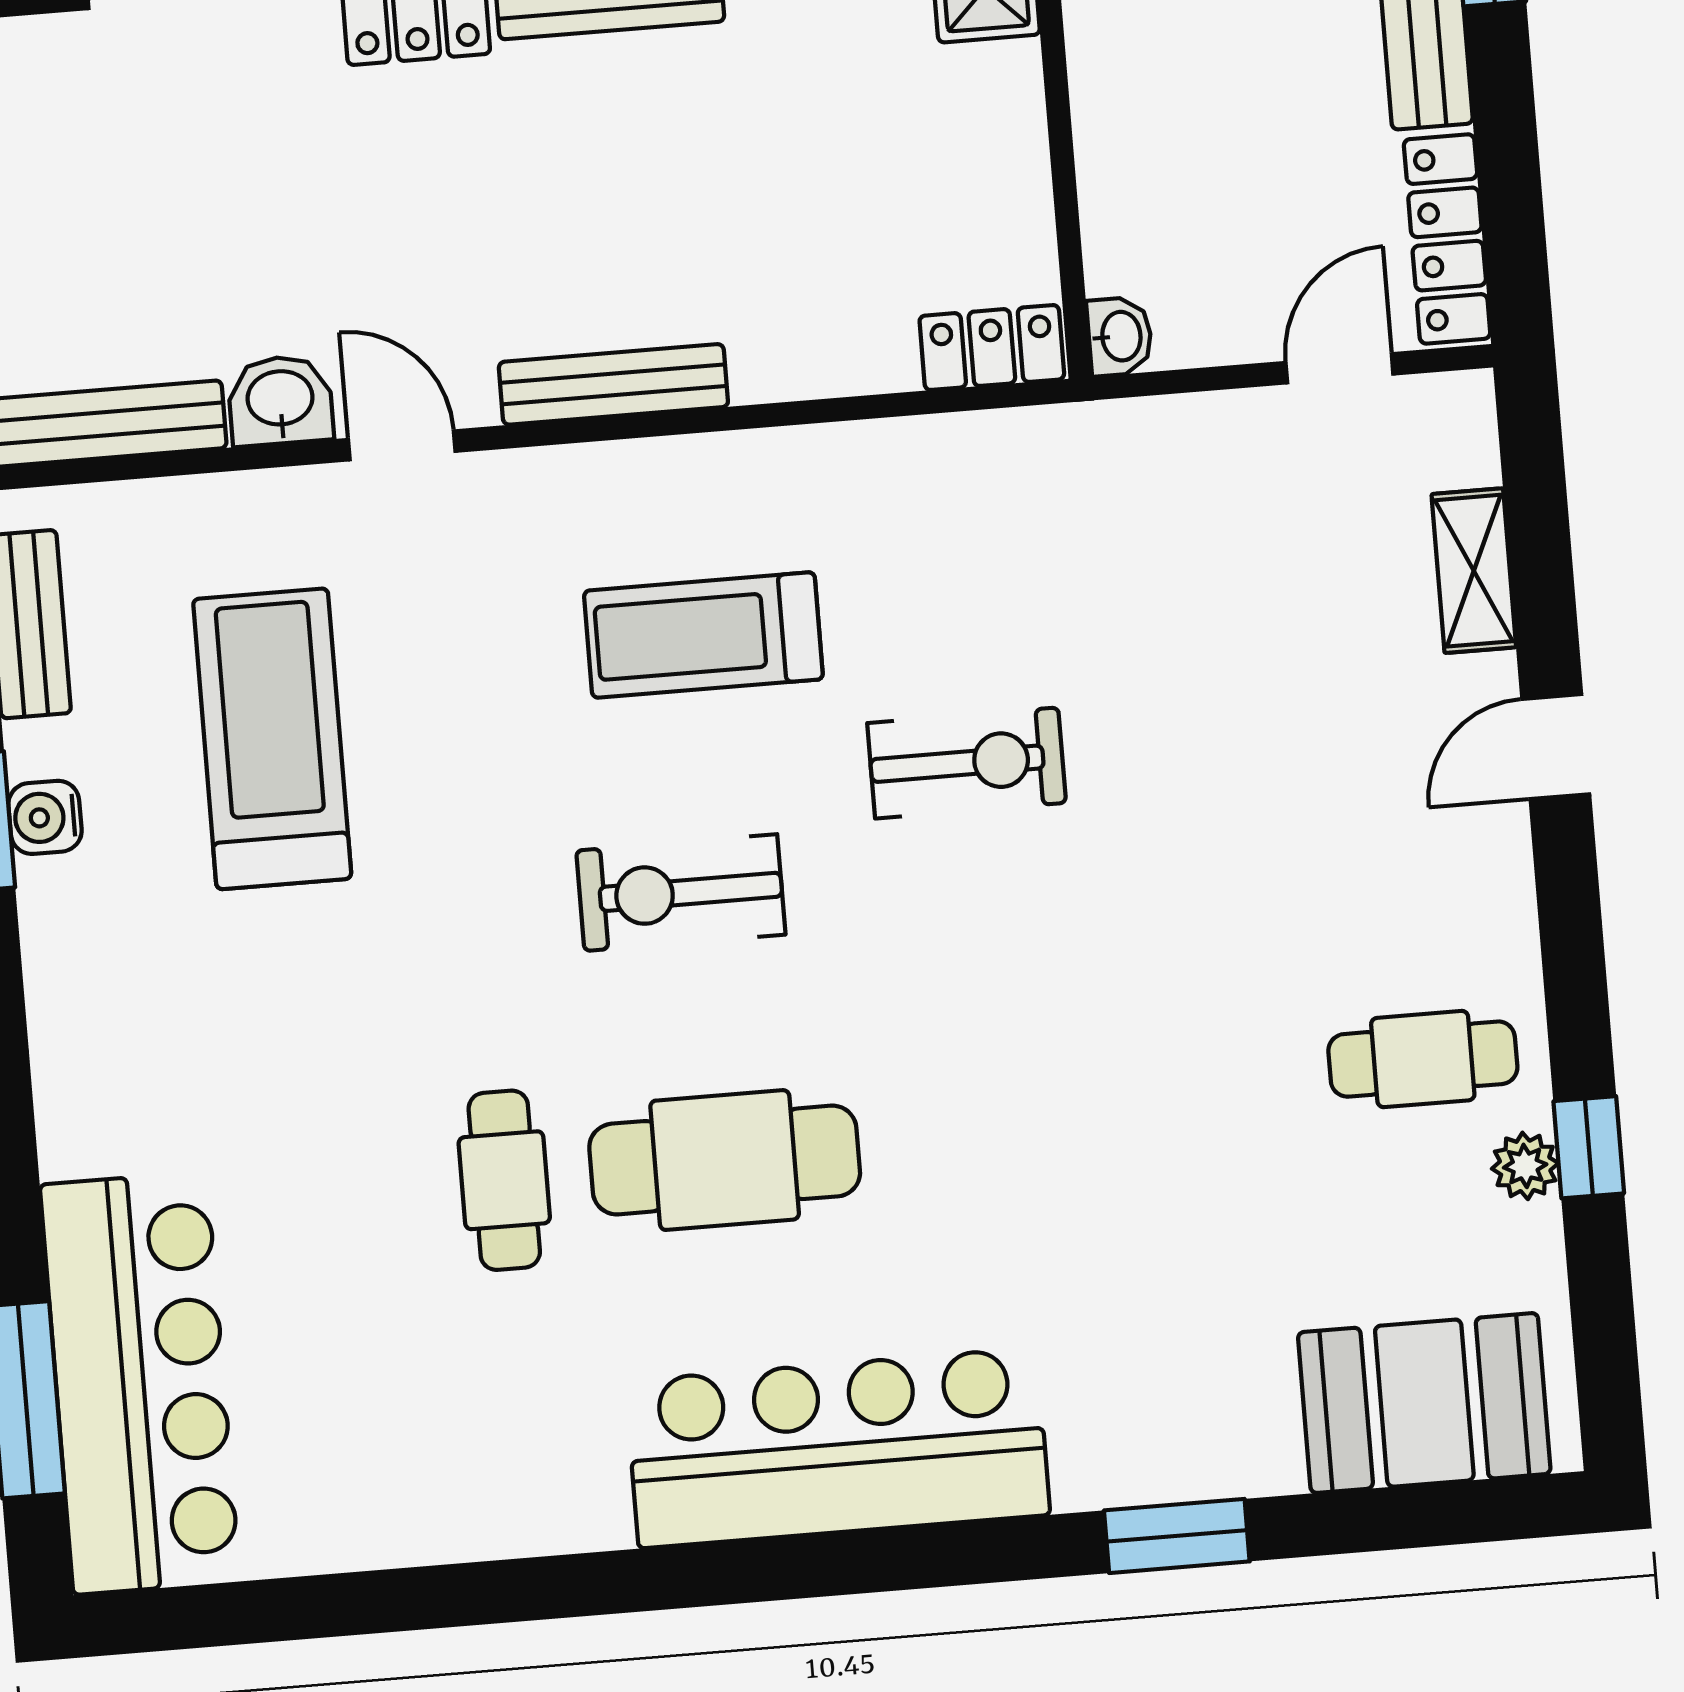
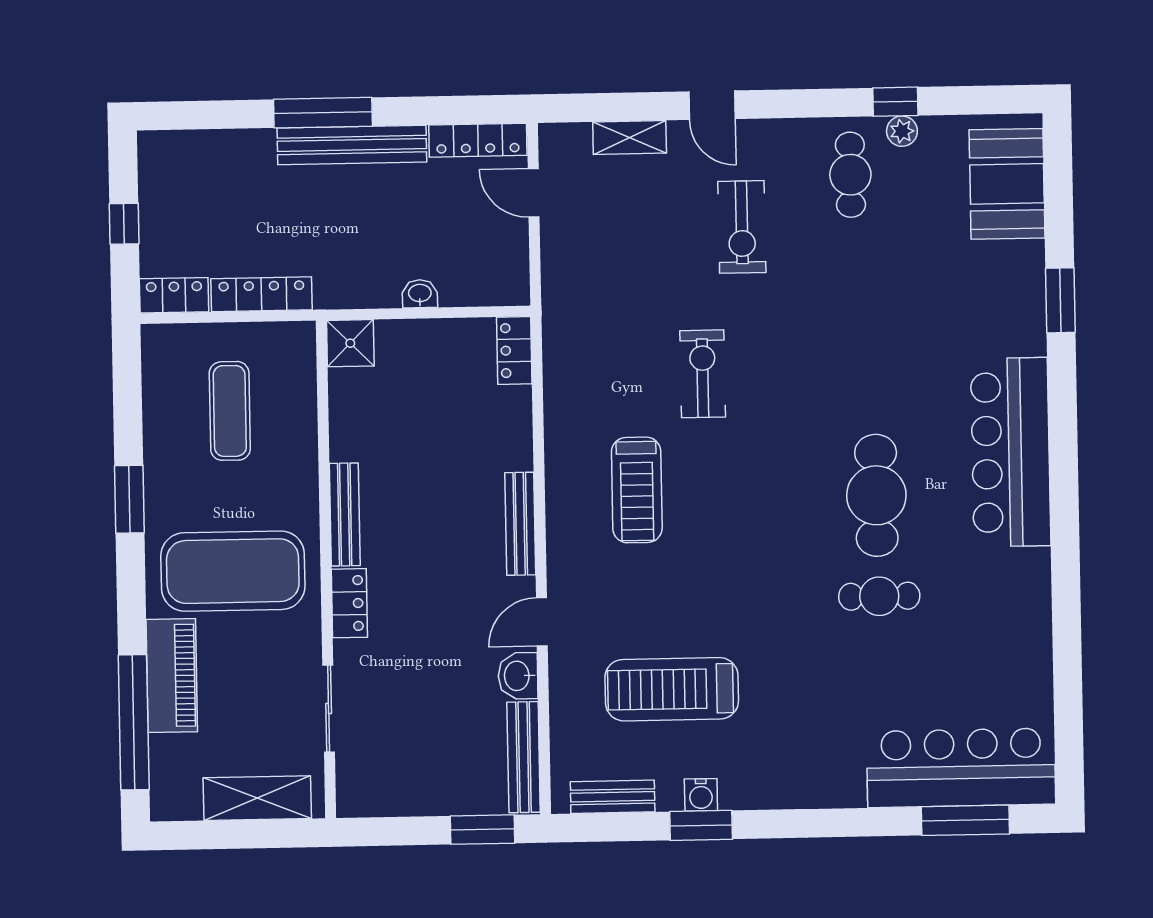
washbasin: (1120, 336) -> (420, 294), moved
exercise bike: (681, 893) -> (742, 227), moved

